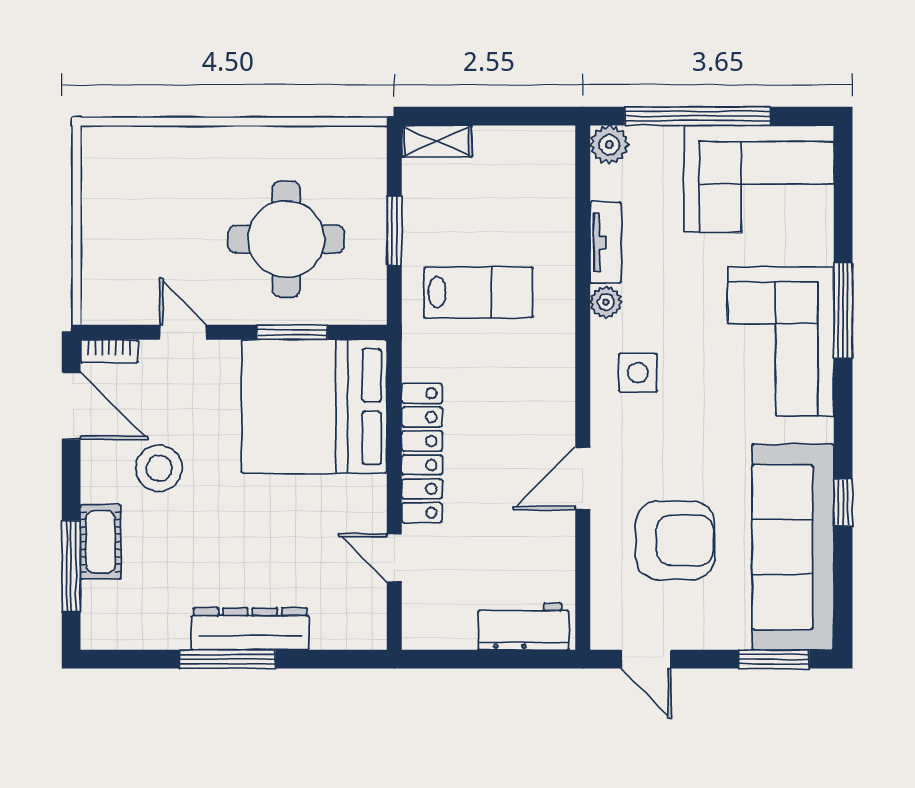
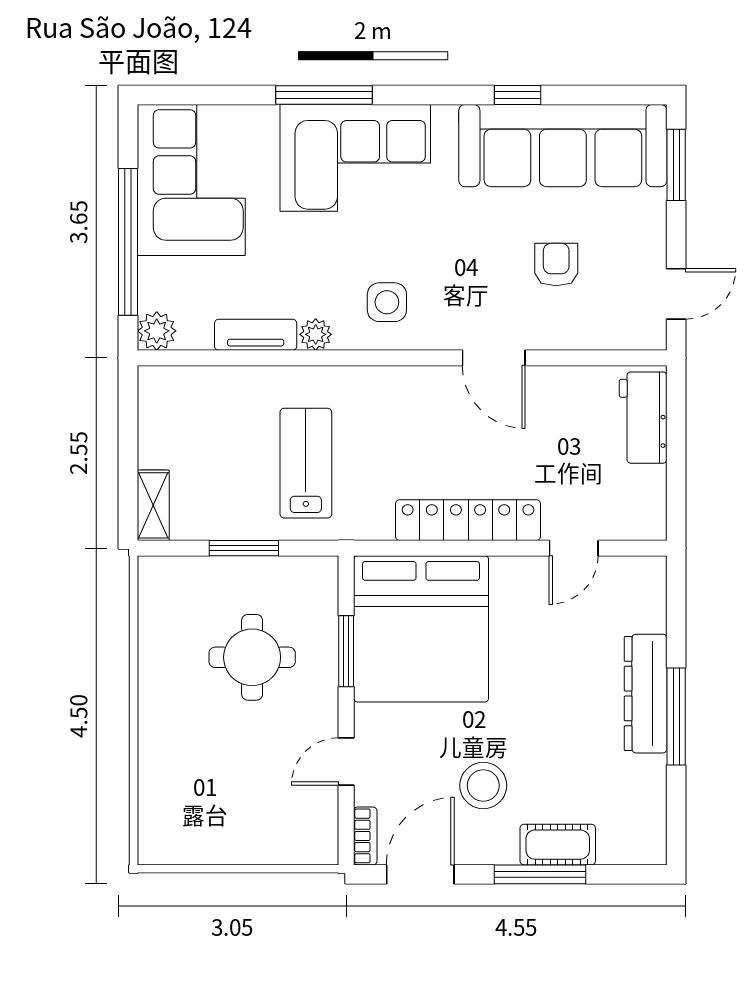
round table: (286, 239) -> (252, 657), width x0.73, depth x0.73
armchair: (675, 540) -> (556, 265), width x0.53, depth x0.53
window: (71, 566) -> (540, 874), moved

